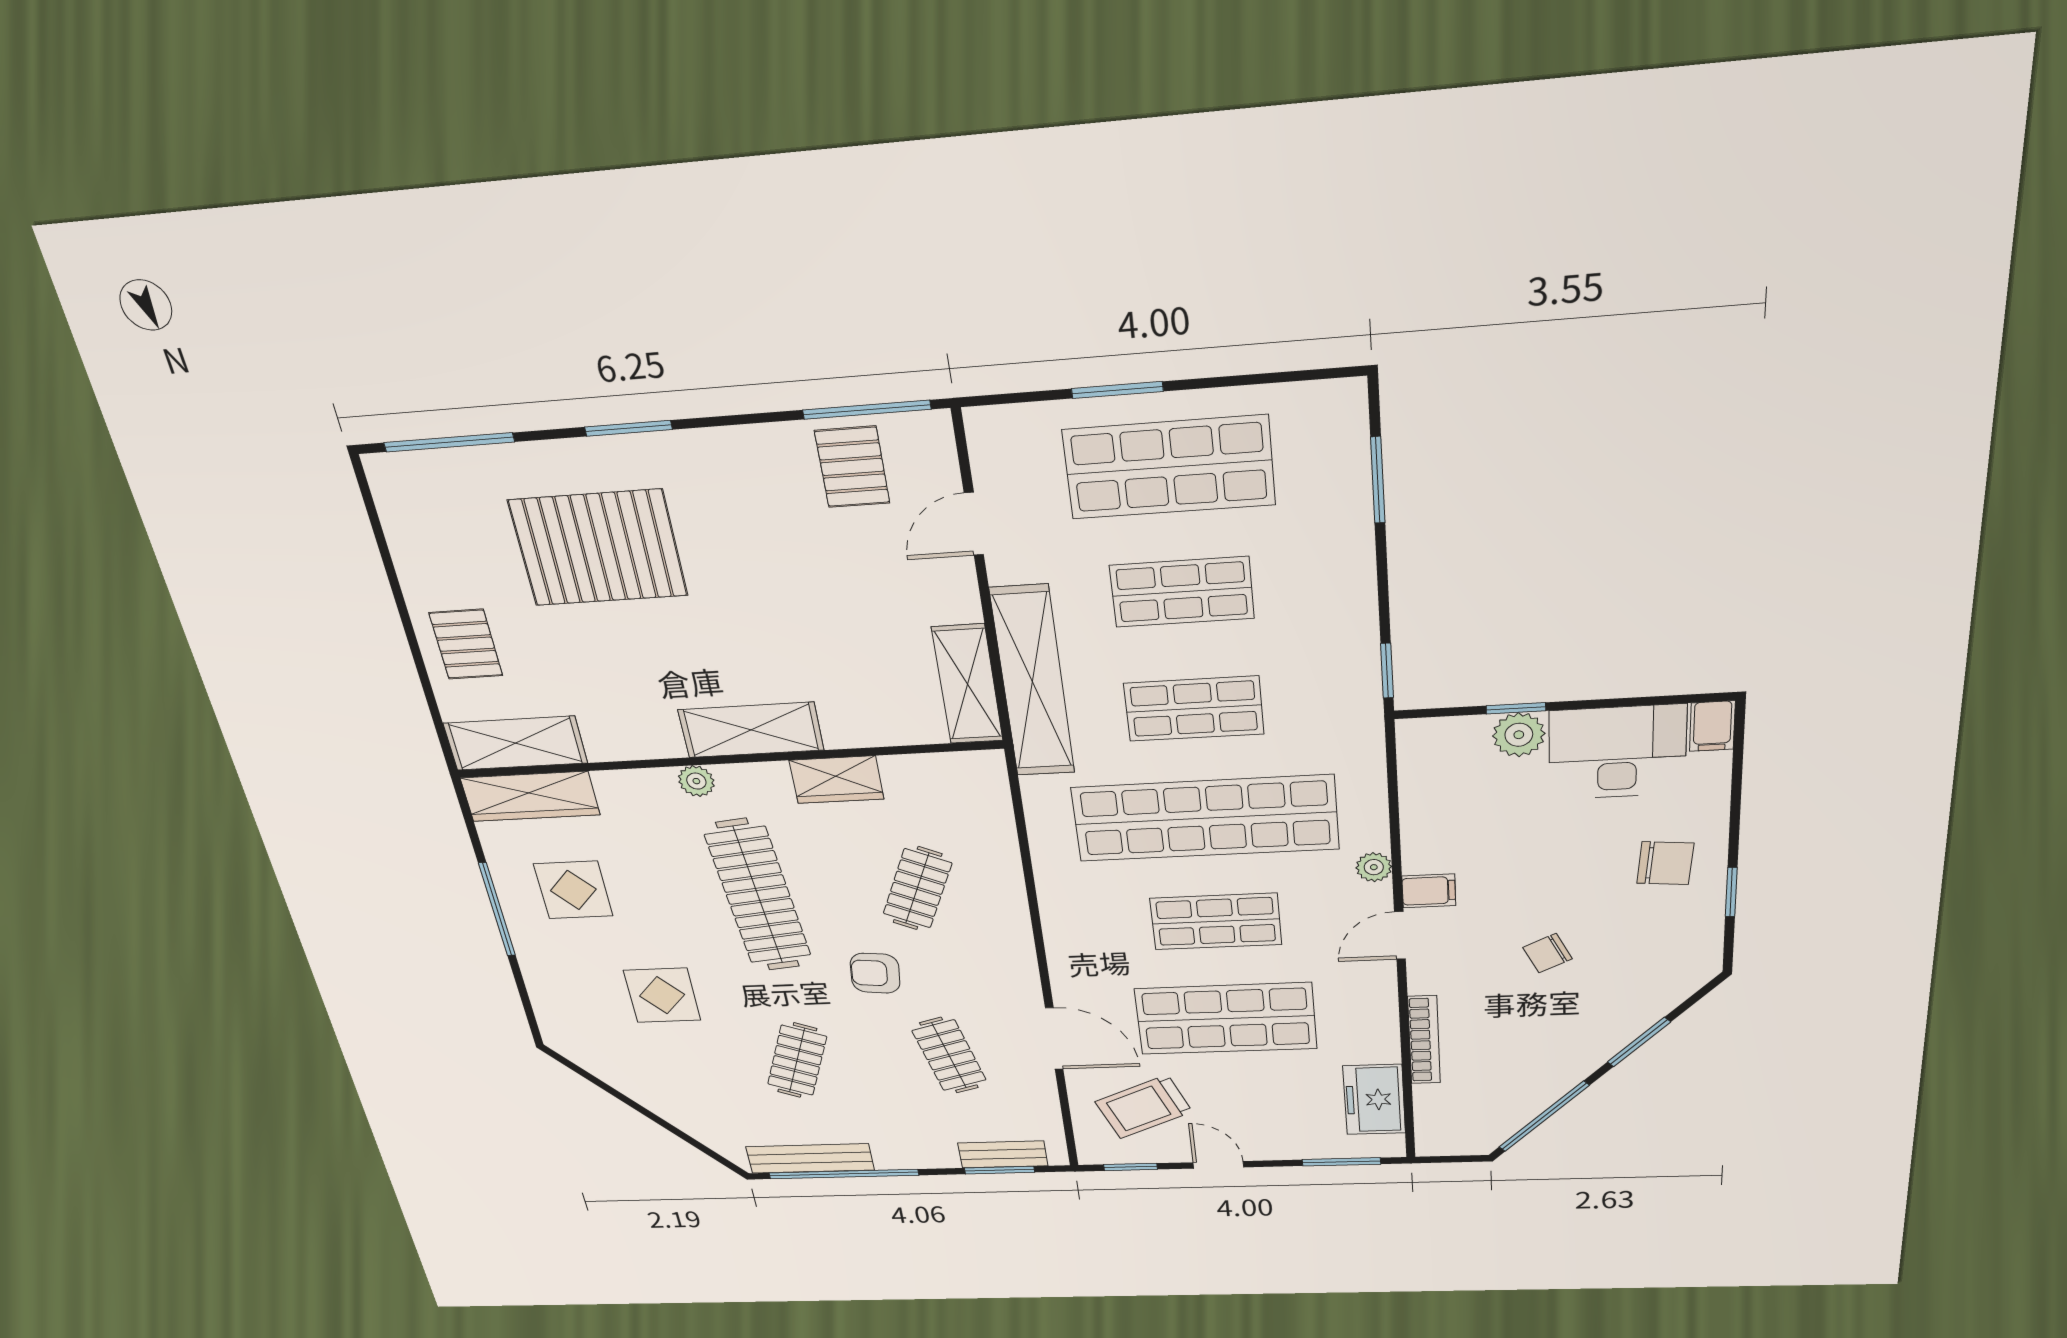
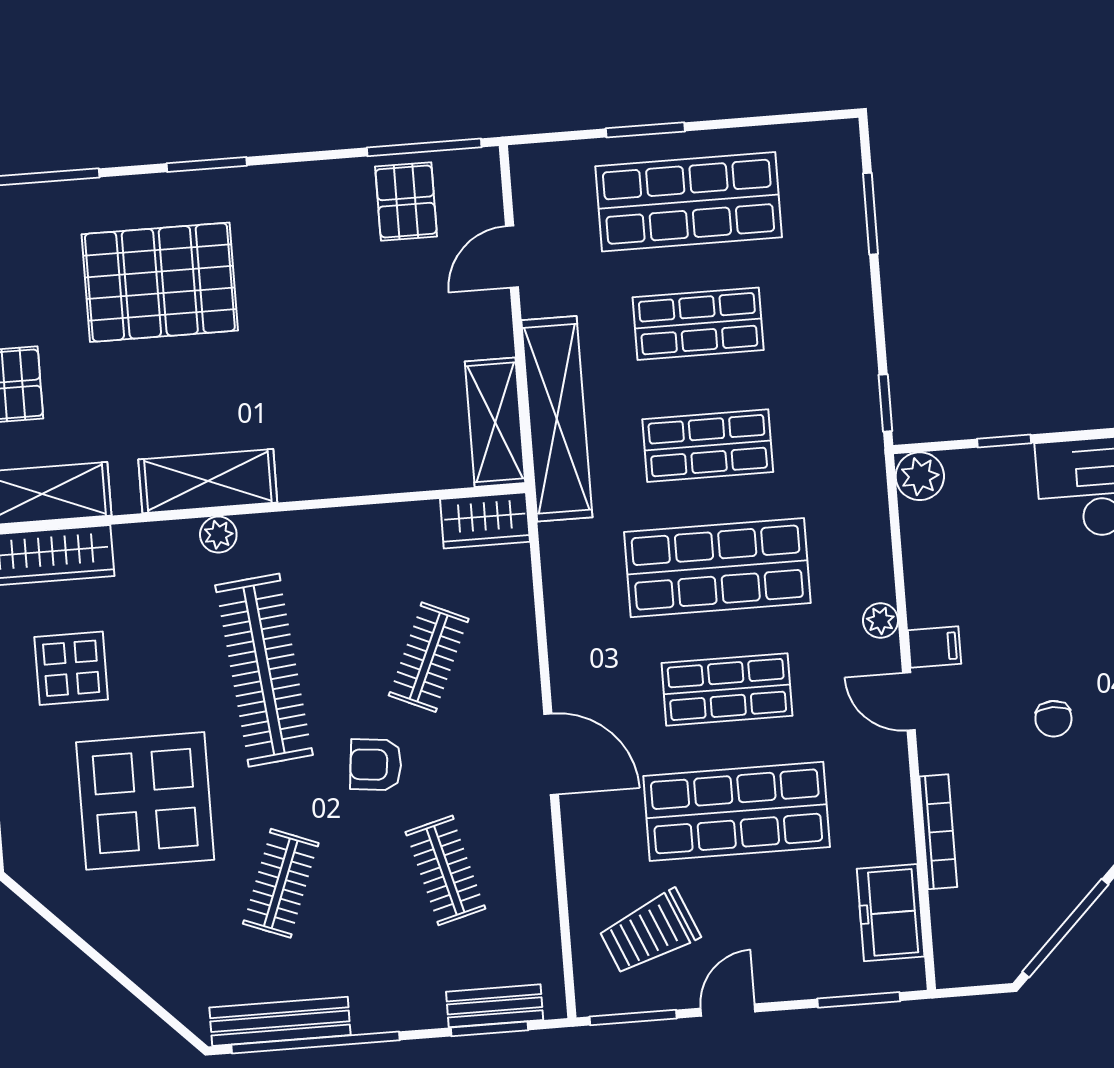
shelving: (751, 730) -> (208, 481), moved
plant: (1519, 735) -> (920, 476), moved
wardrobe: (836, 780) -> (485, 520), moved
shop shelf: (1205, 818) -> (717, 568), width x0.71
door: (1400, 936) -> (909, 701), hinge flipped
chair: (1547, 953) -> (1053, 719), turned -64
display table: (662, 995) -> (145, 801), width x1.86, depth x1.86
door: (1054, 1039) -> (551, 754), moved
door: (1218, 1165) -> (728, 1010), hinge flipped
window: (1131, 1167) -> (633, 1018), width x1.50

